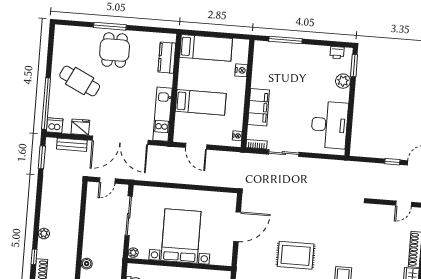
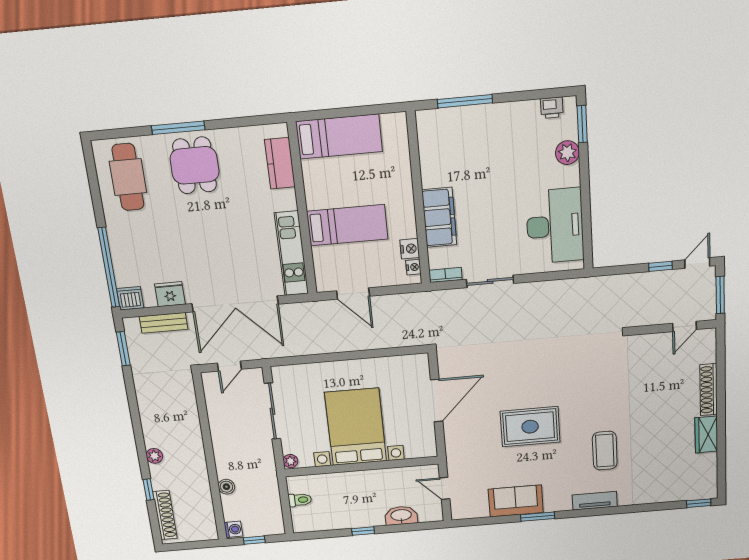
nightstand: (241, 70) -> (410, 249), moved
cafe table: (80, 81) -> (128, 177), moved, turned 64

